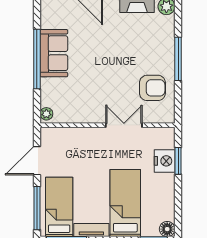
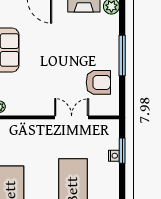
nightstand: (165, 161) -> (114, 156), width x0.53, depth x0.56

